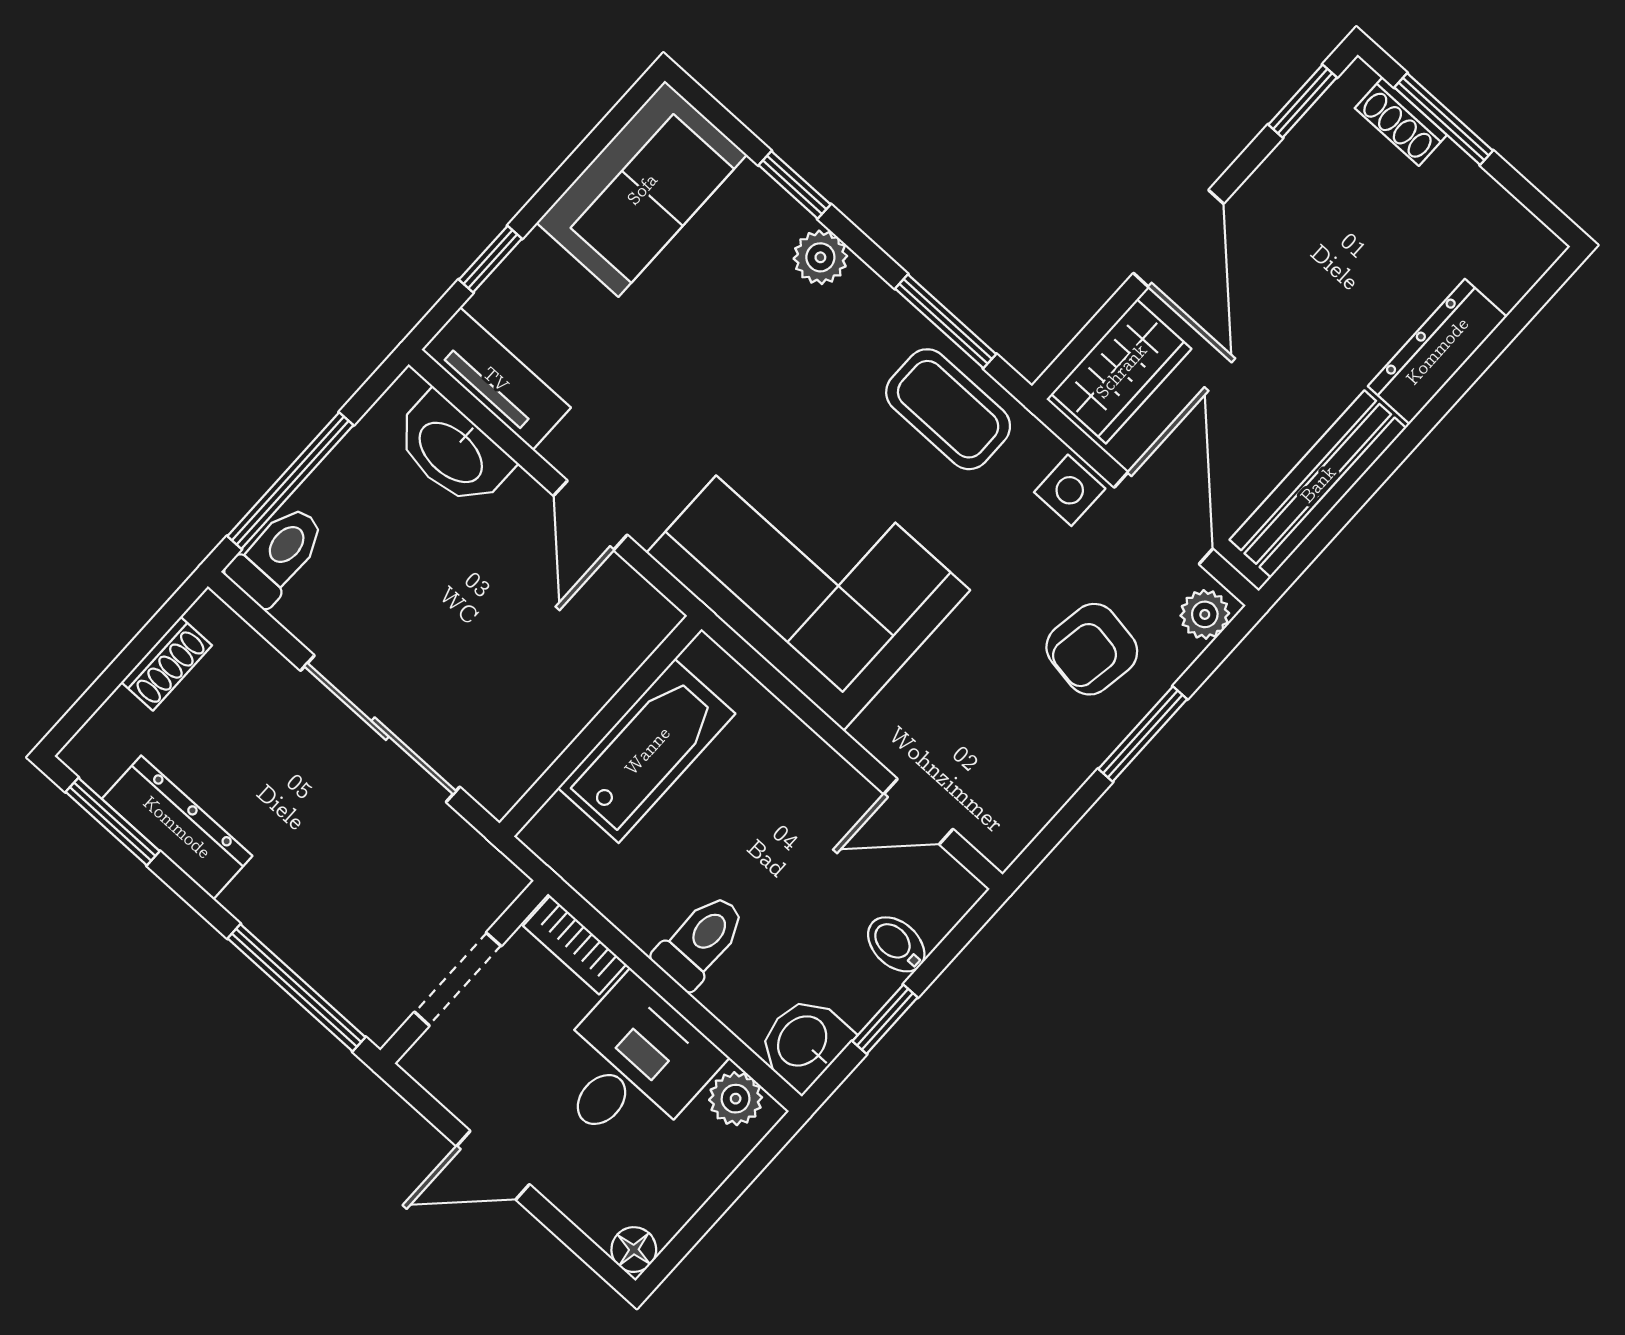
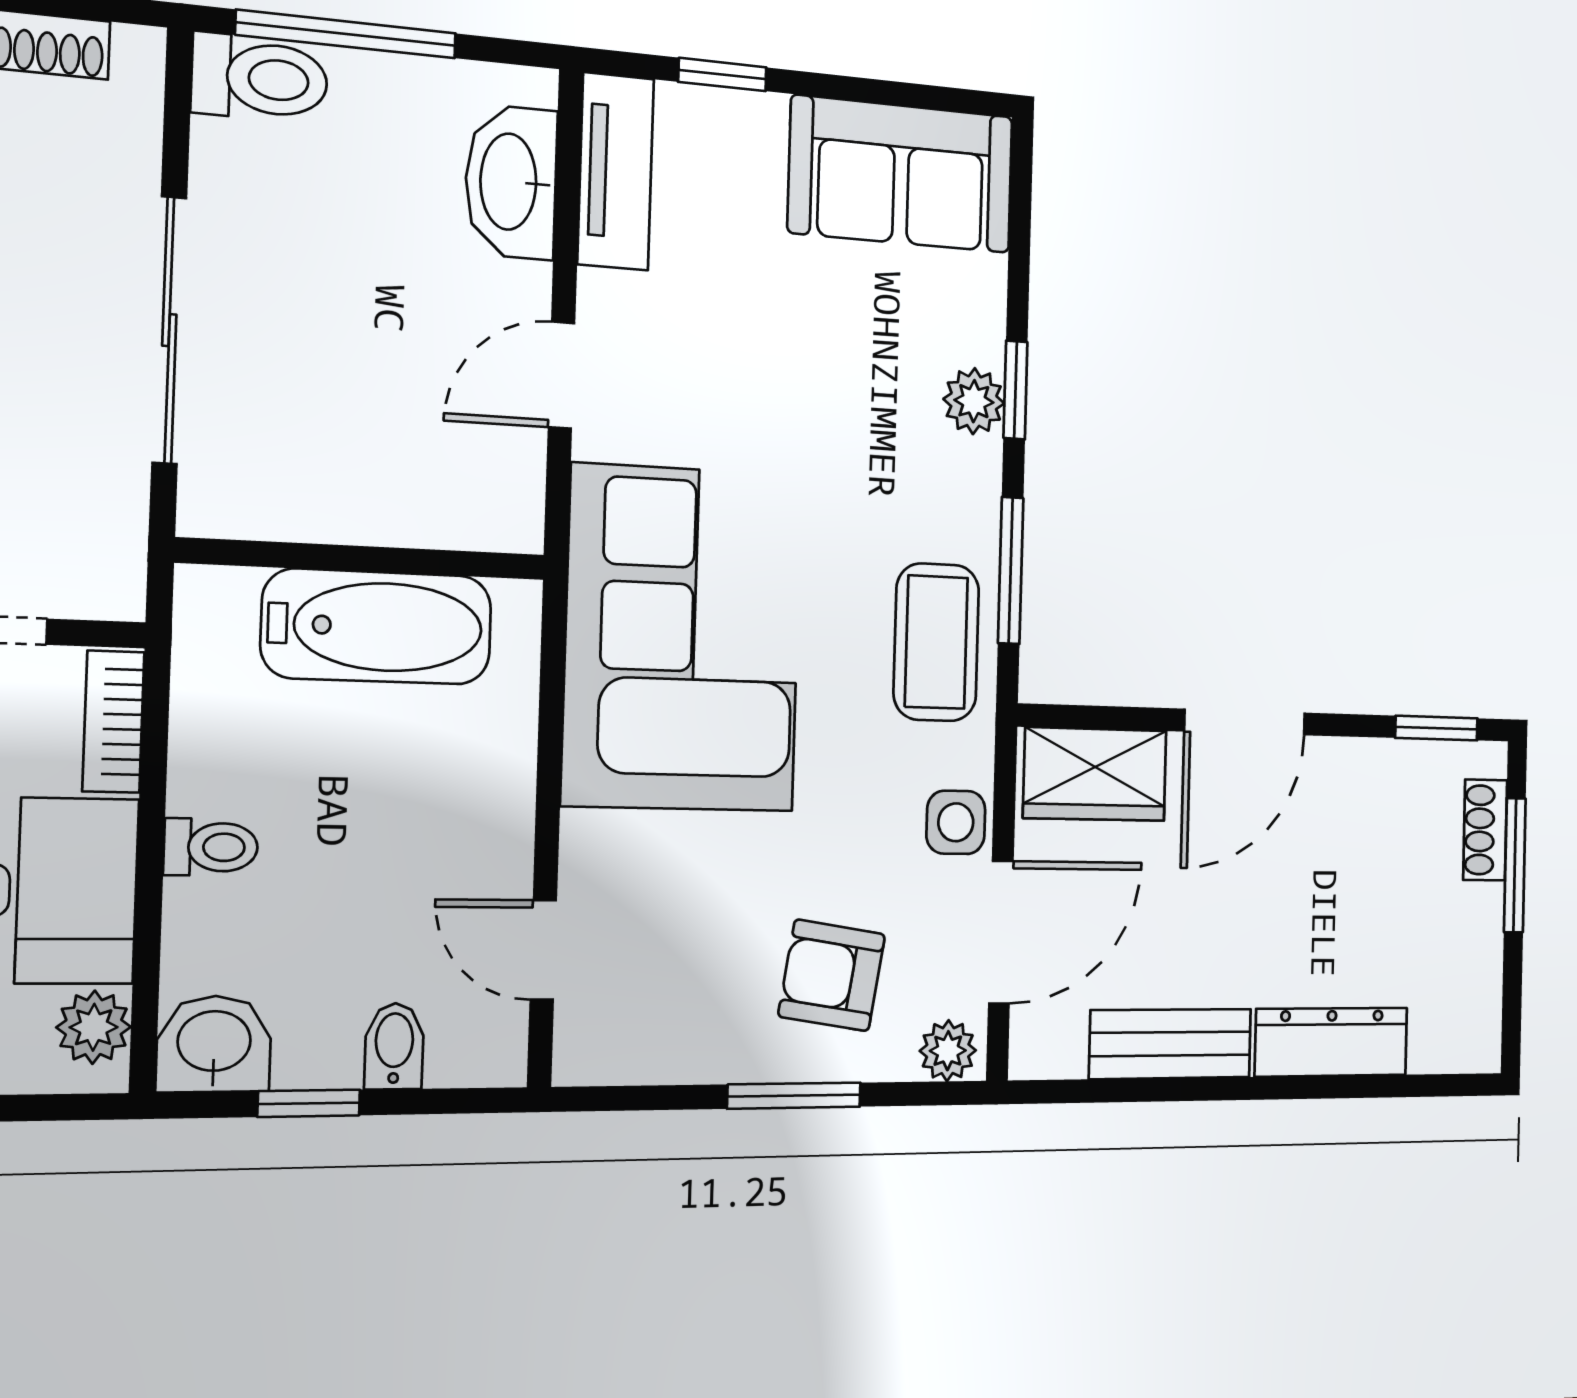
window: (795, 185) -> (1015, 390), moved
bench: (1318, 484) -> (1170, 1044), width x0.73
toilet: (700, 941) -> (211, 847), width x0.73, depth x0.72

